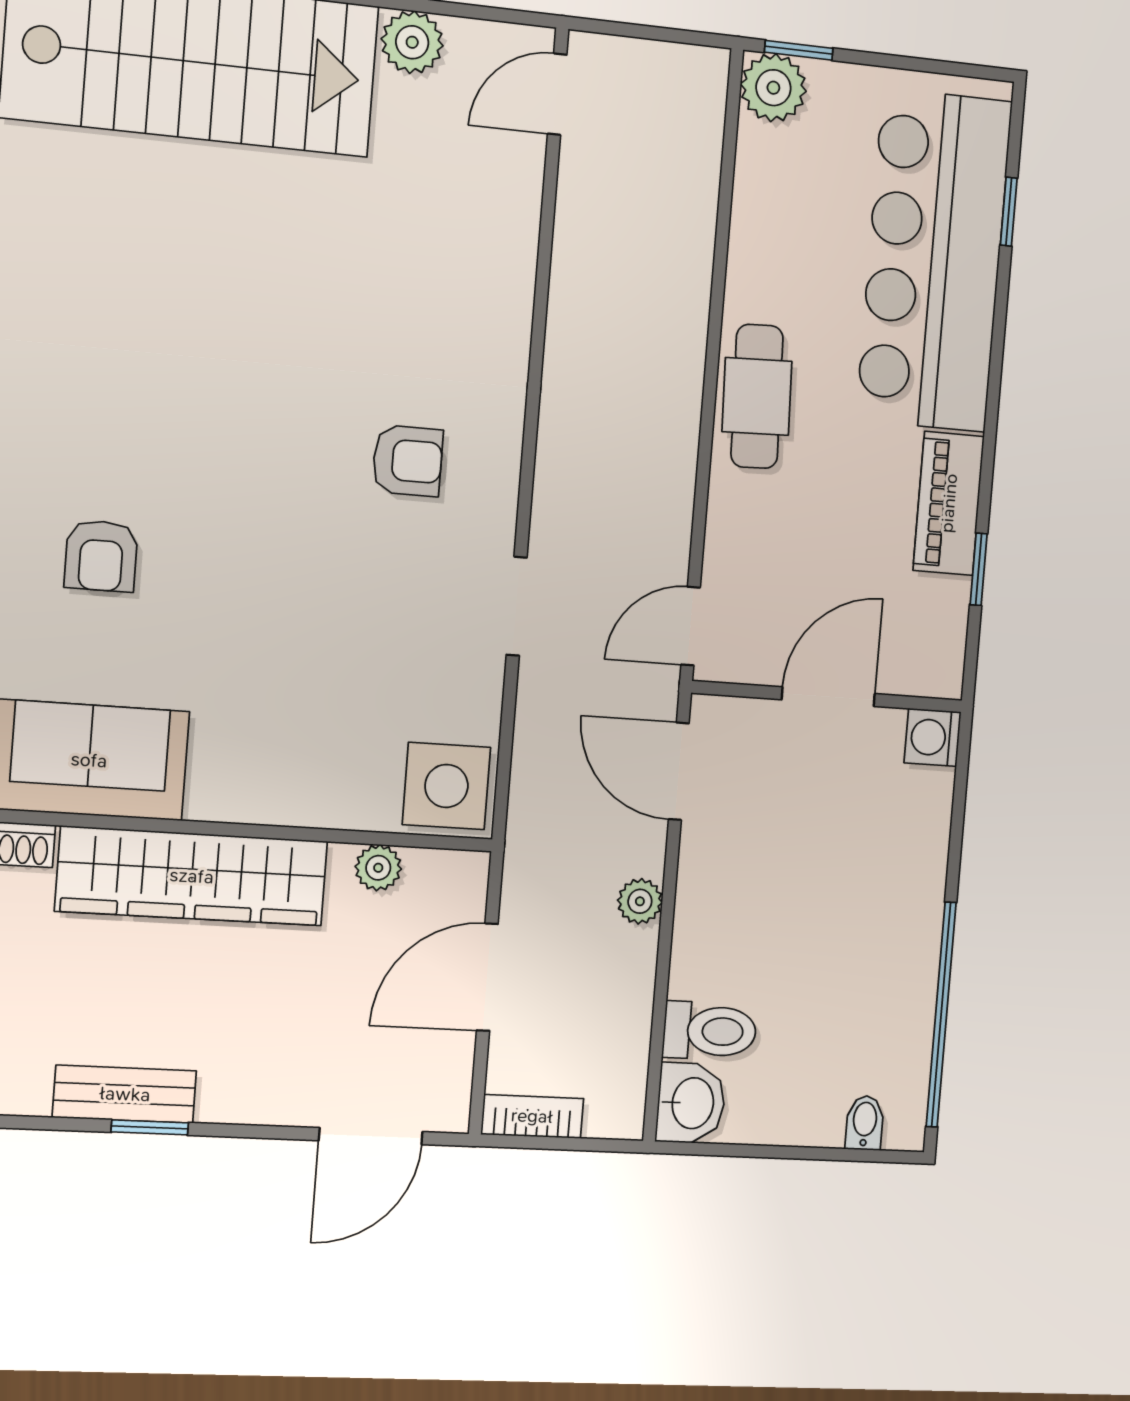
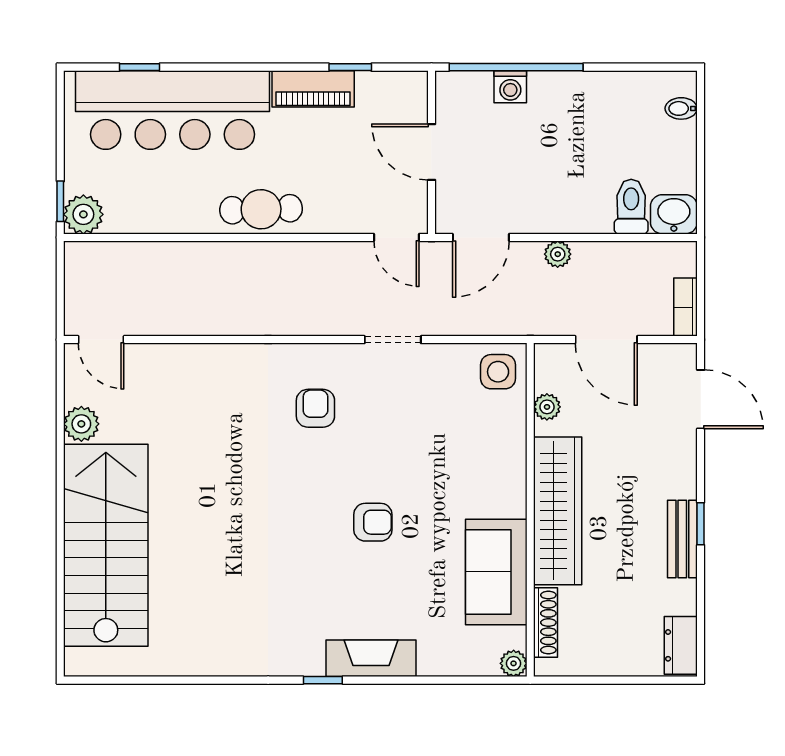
armchair: (101, 556) -> (373, 522), moved
washing machine: (933, 737) -> (510, 87), moved
side table: (446, 786) -> (498, 372), width x0.73, depth x0.73
window: (941, 1015) -> (516, 67), moved

